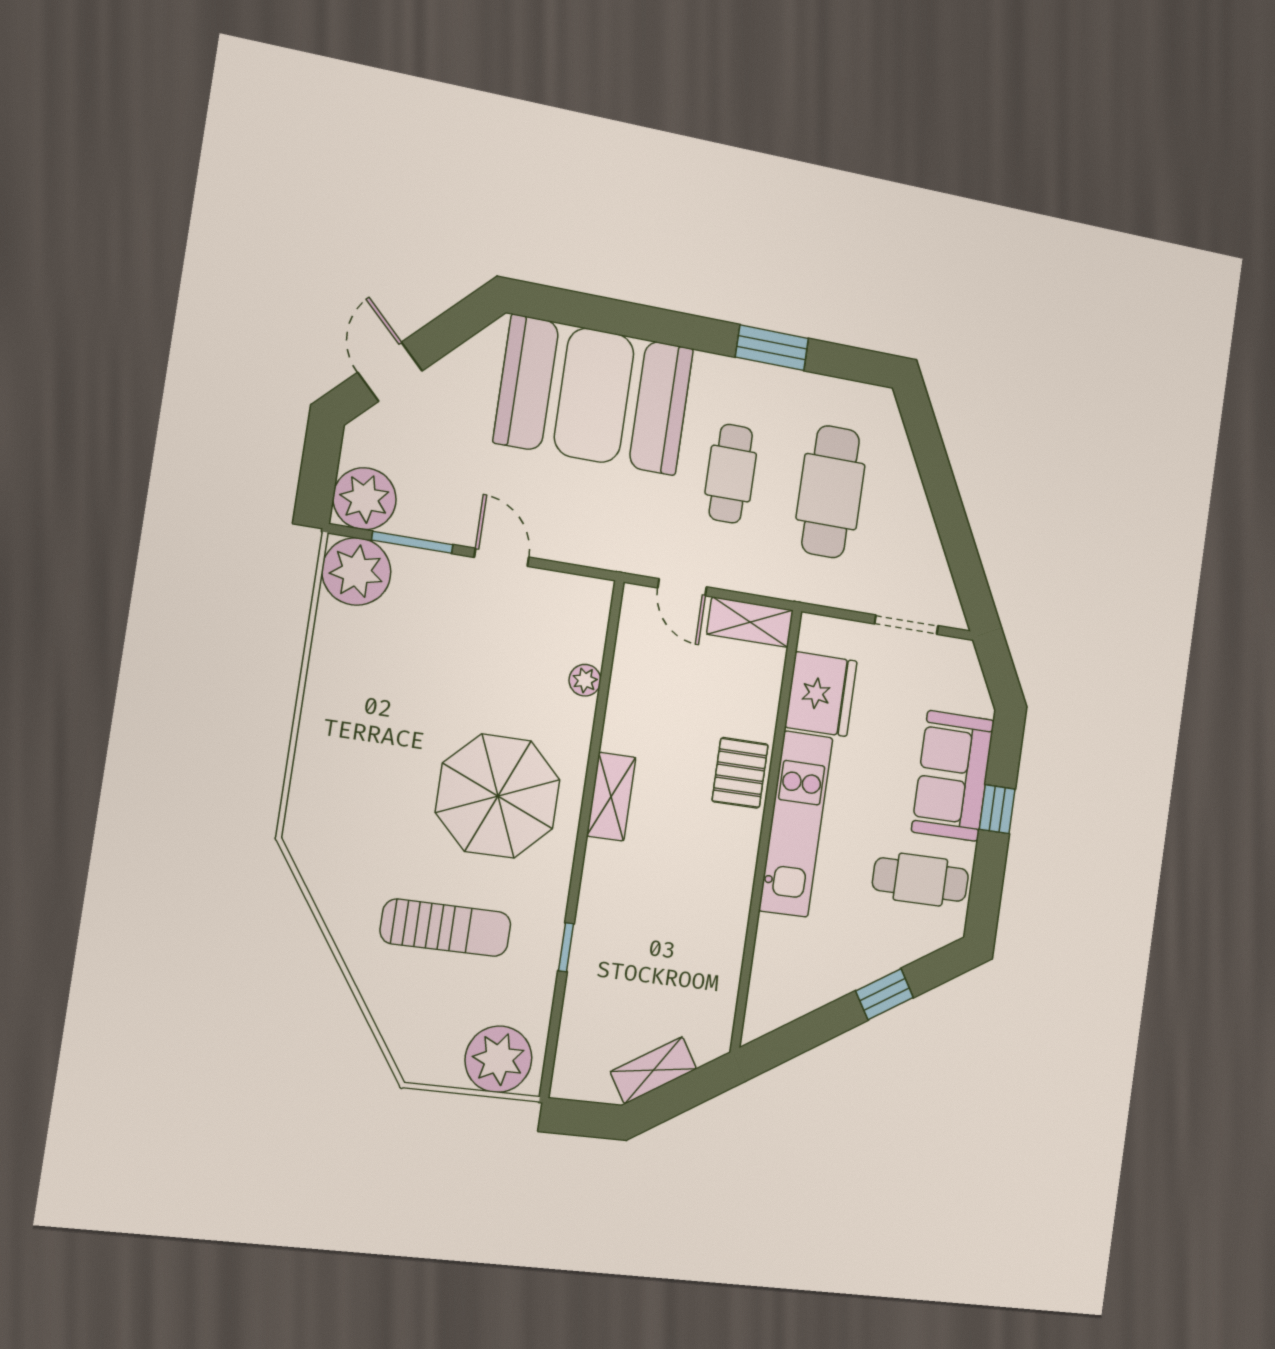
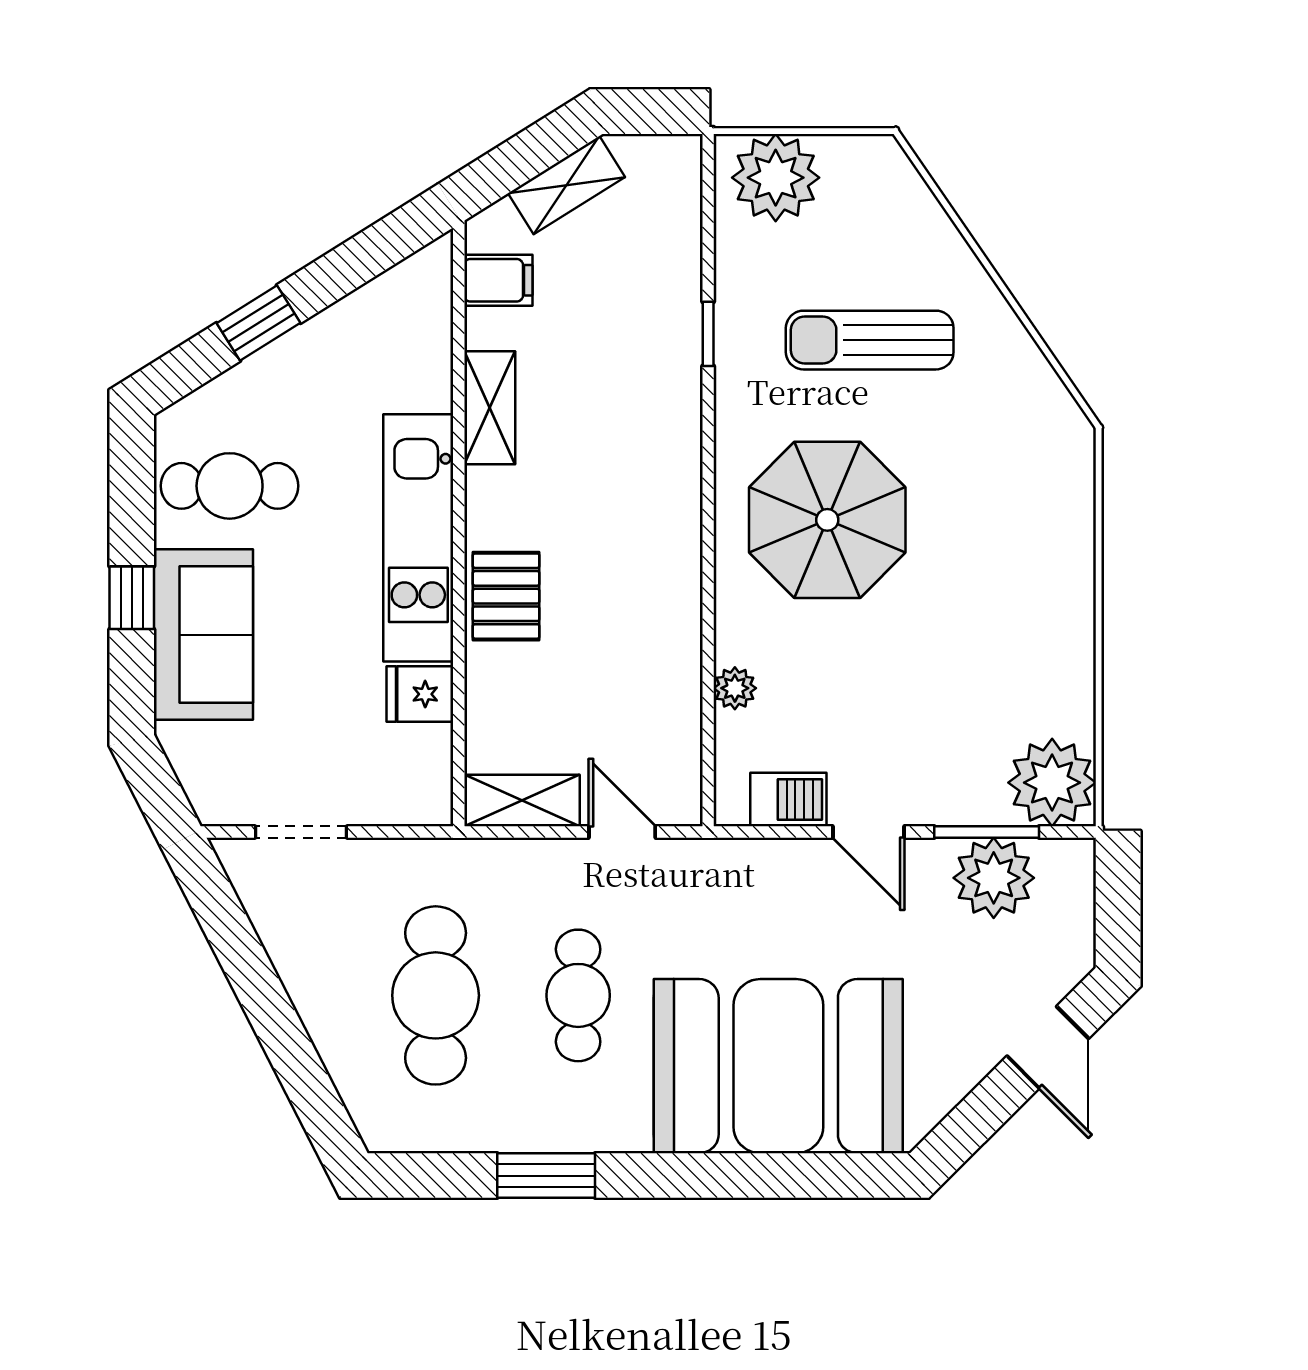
plant: (365, 499) -> (994, 878), moved
barbecue: (558, 591) -> (788, 799), added
fridge: (821, 694) -> (420, 694), width x0.53, depth x0.75
shelving: (611, 797) -> (490, 408), moved
filing cabinet: (713, 1005) -> (498, 280), added

